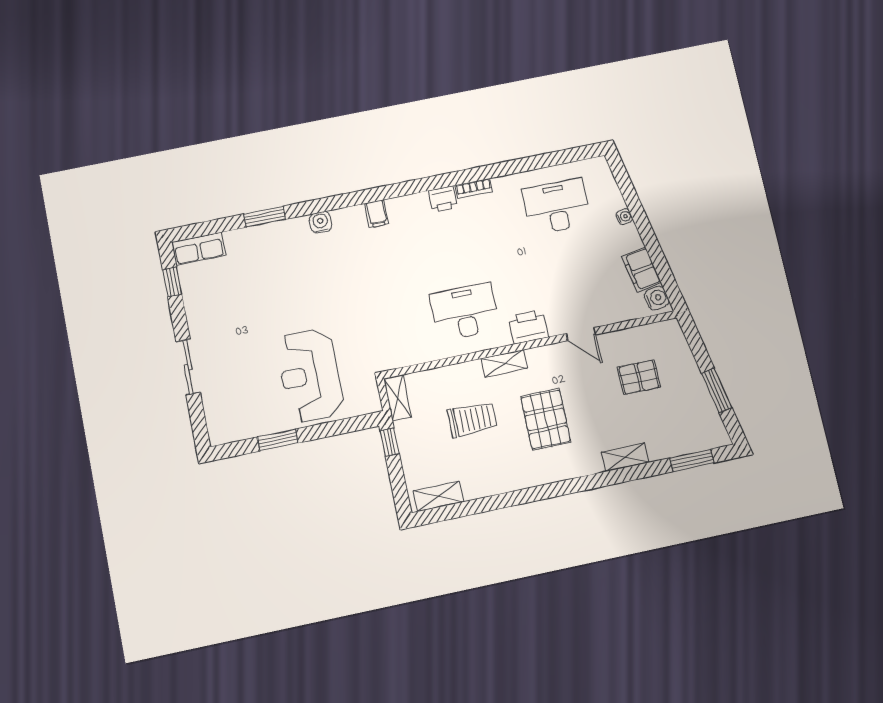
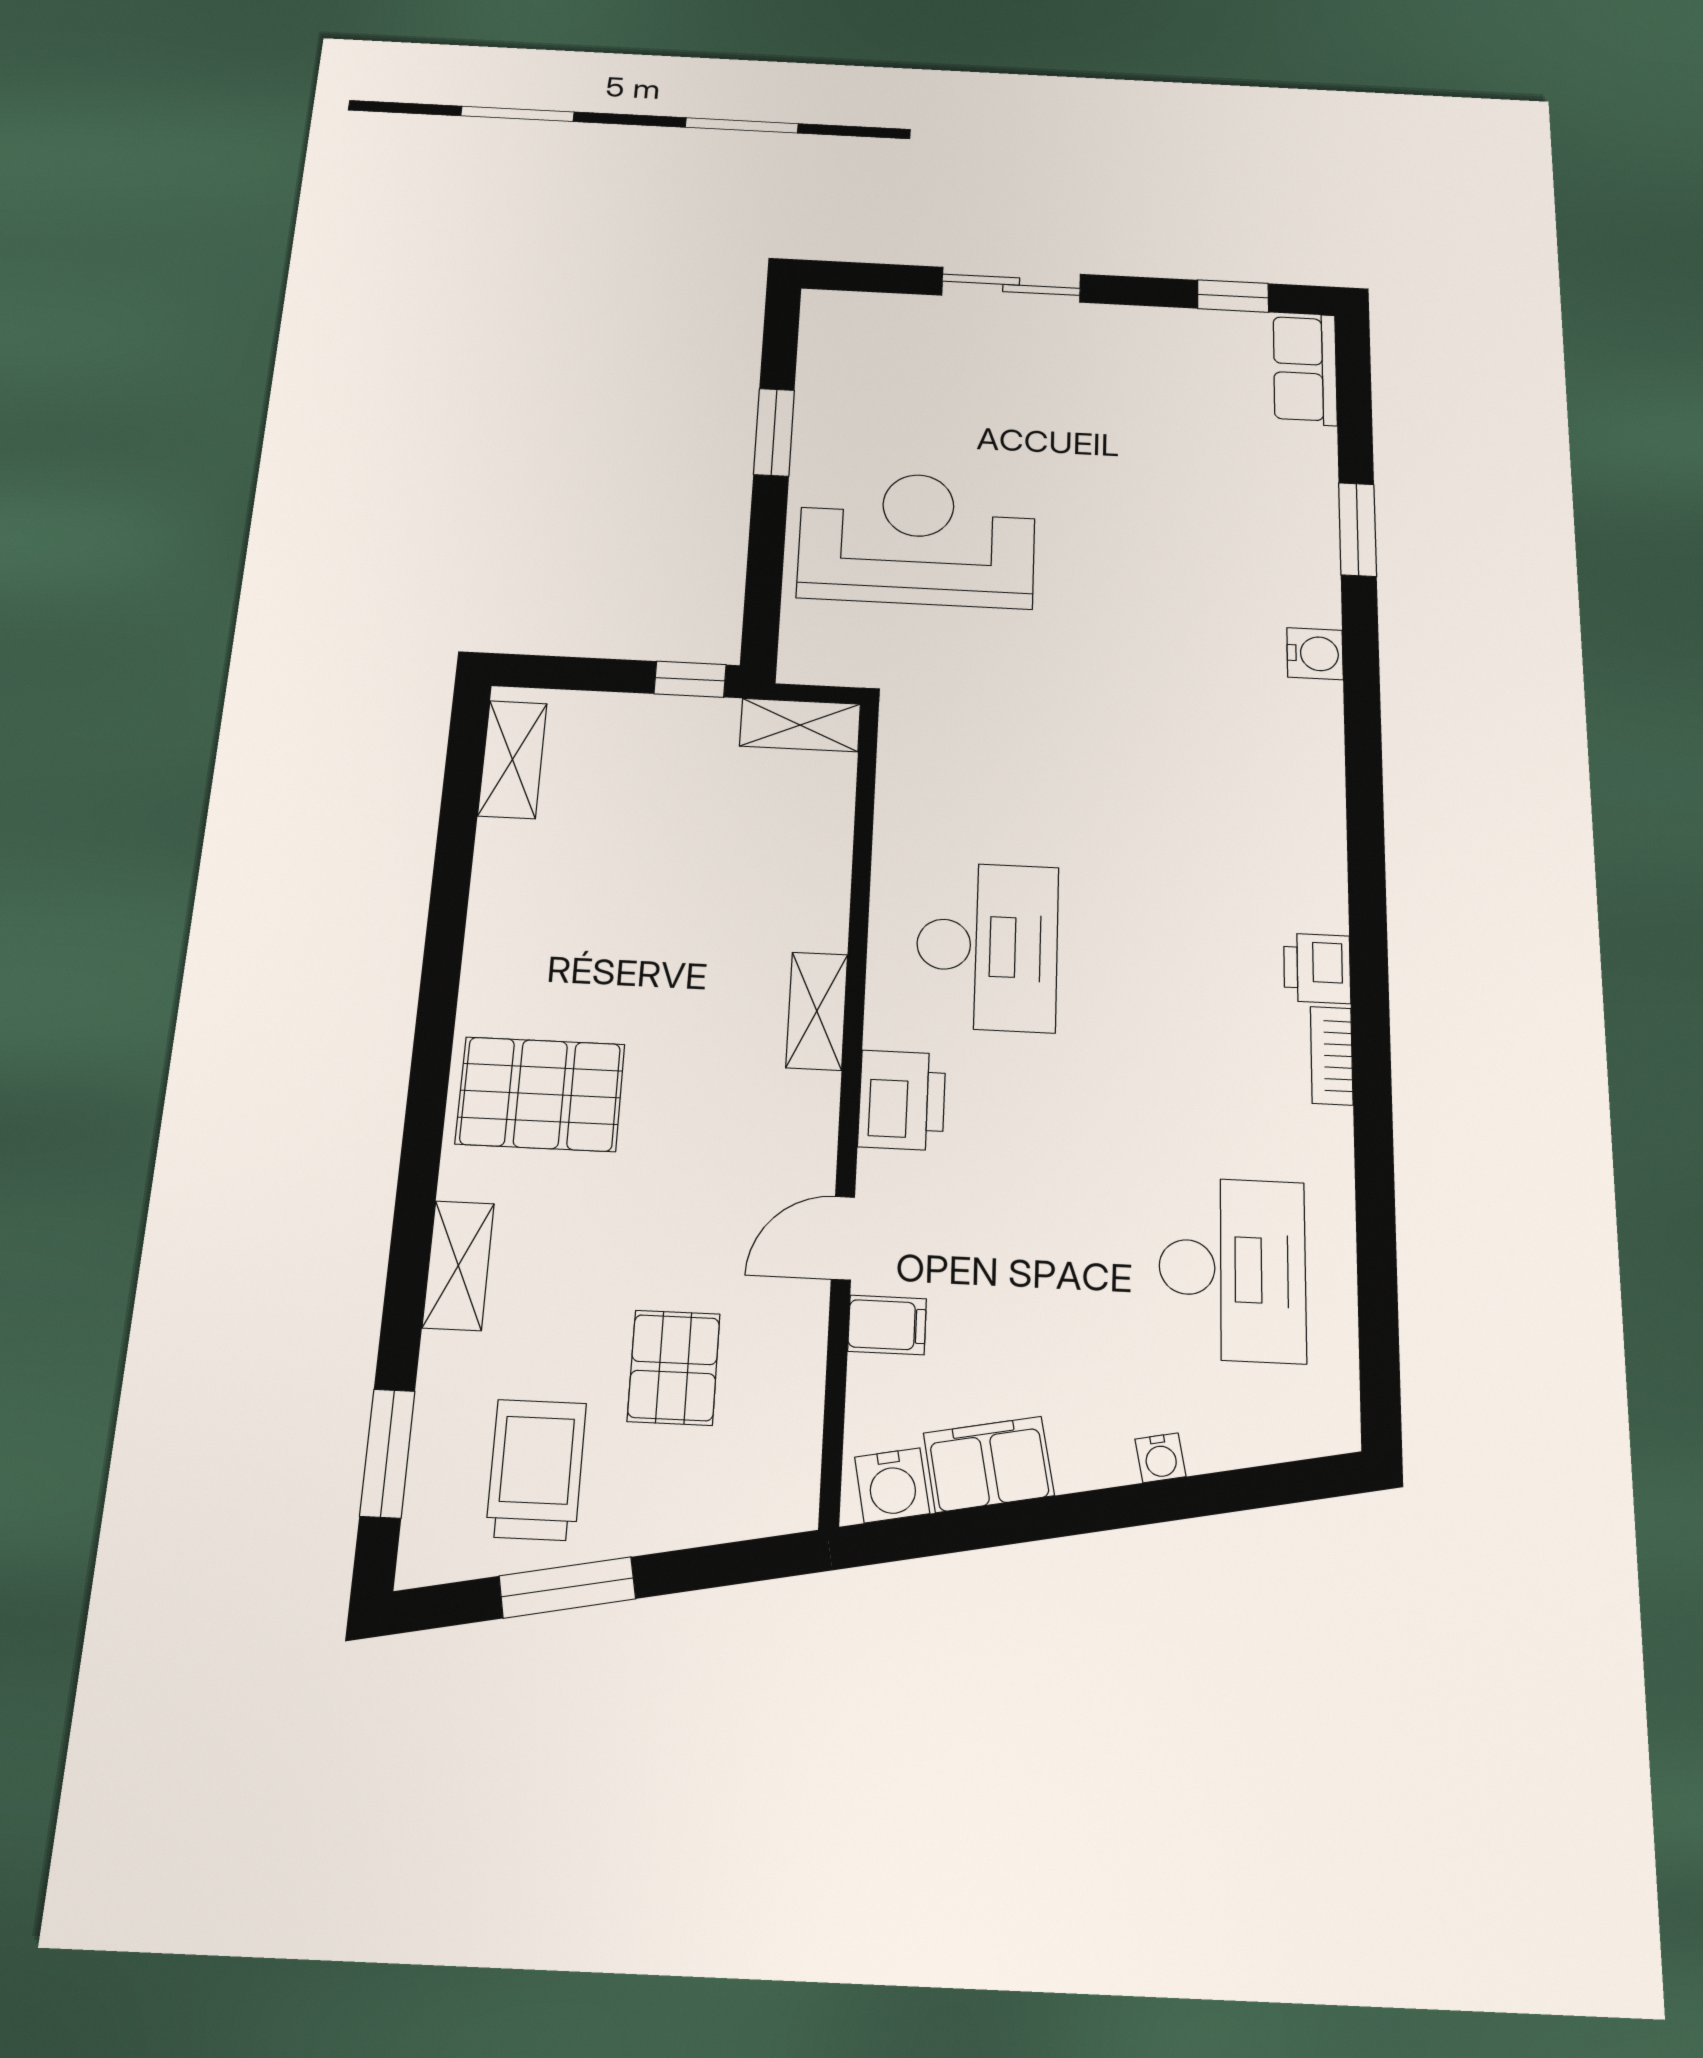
filing cabinet: (377, 213) -> (887, 1325), moved, turned 180
trolley: (472, 419) -> (536, 1470), moved, turned 180
pallet: (546, 419) -> (540, 1094), moved

